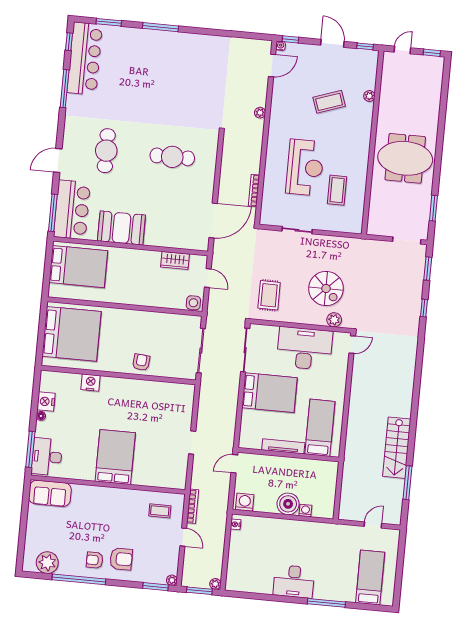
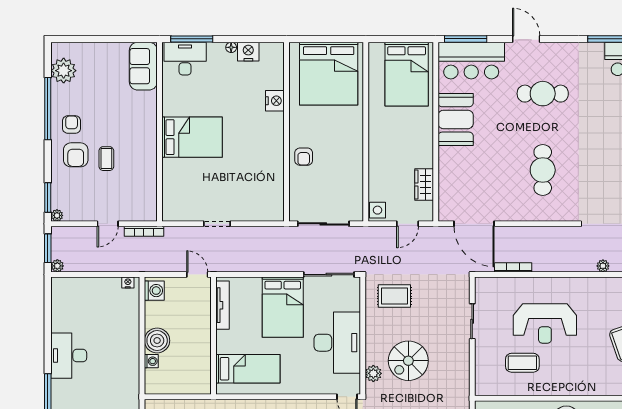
armchair: (141, 362) -> (304, 157), turned 85
tv unit: (283, 446) -> (222, 305), moved
coffee table: (160, 511) -> (106, 159), moved

